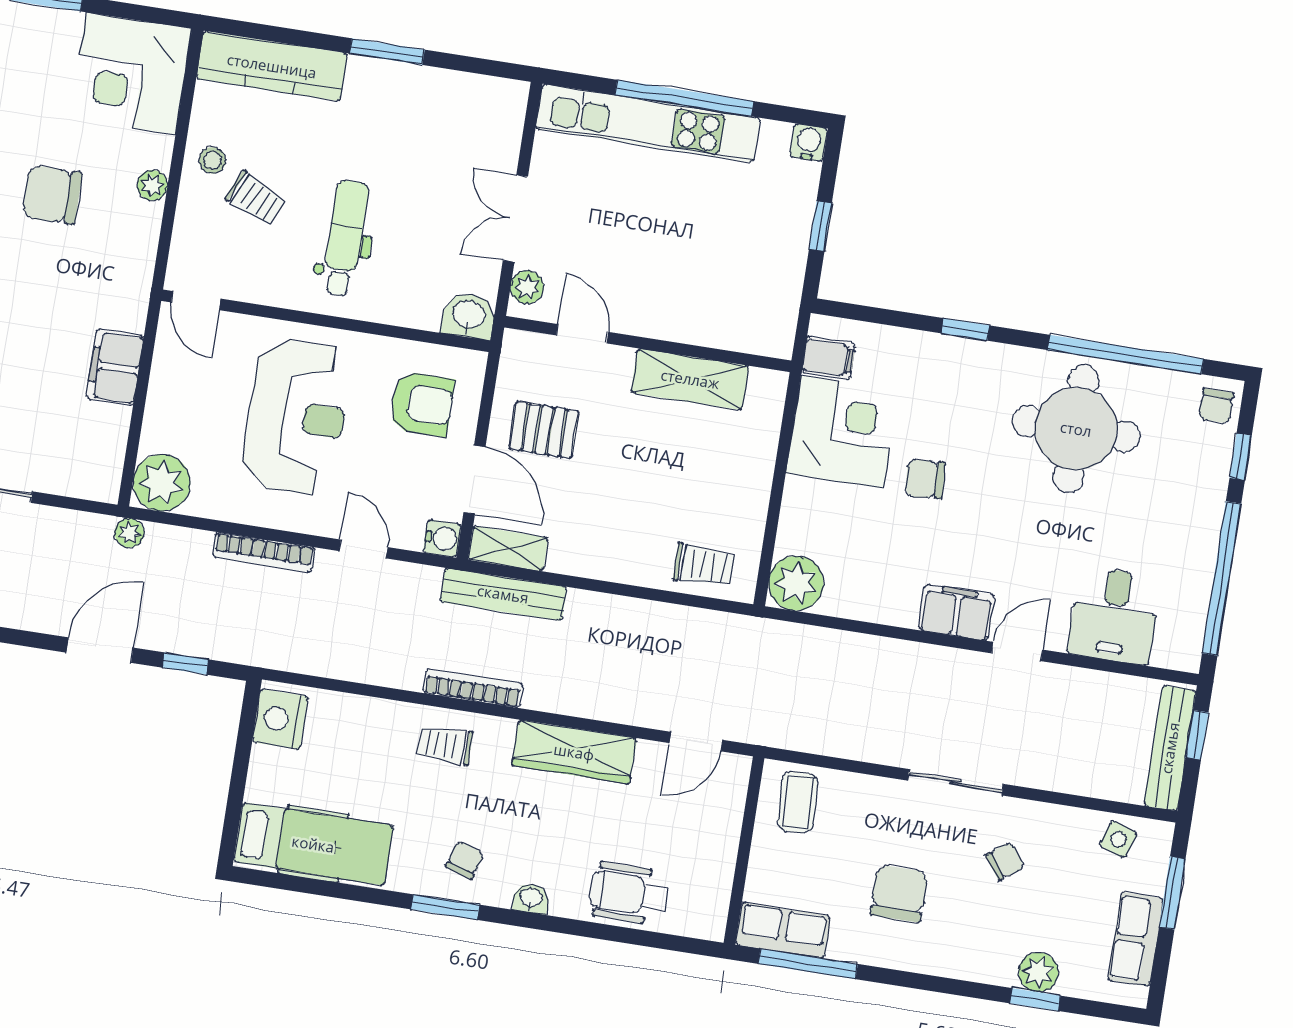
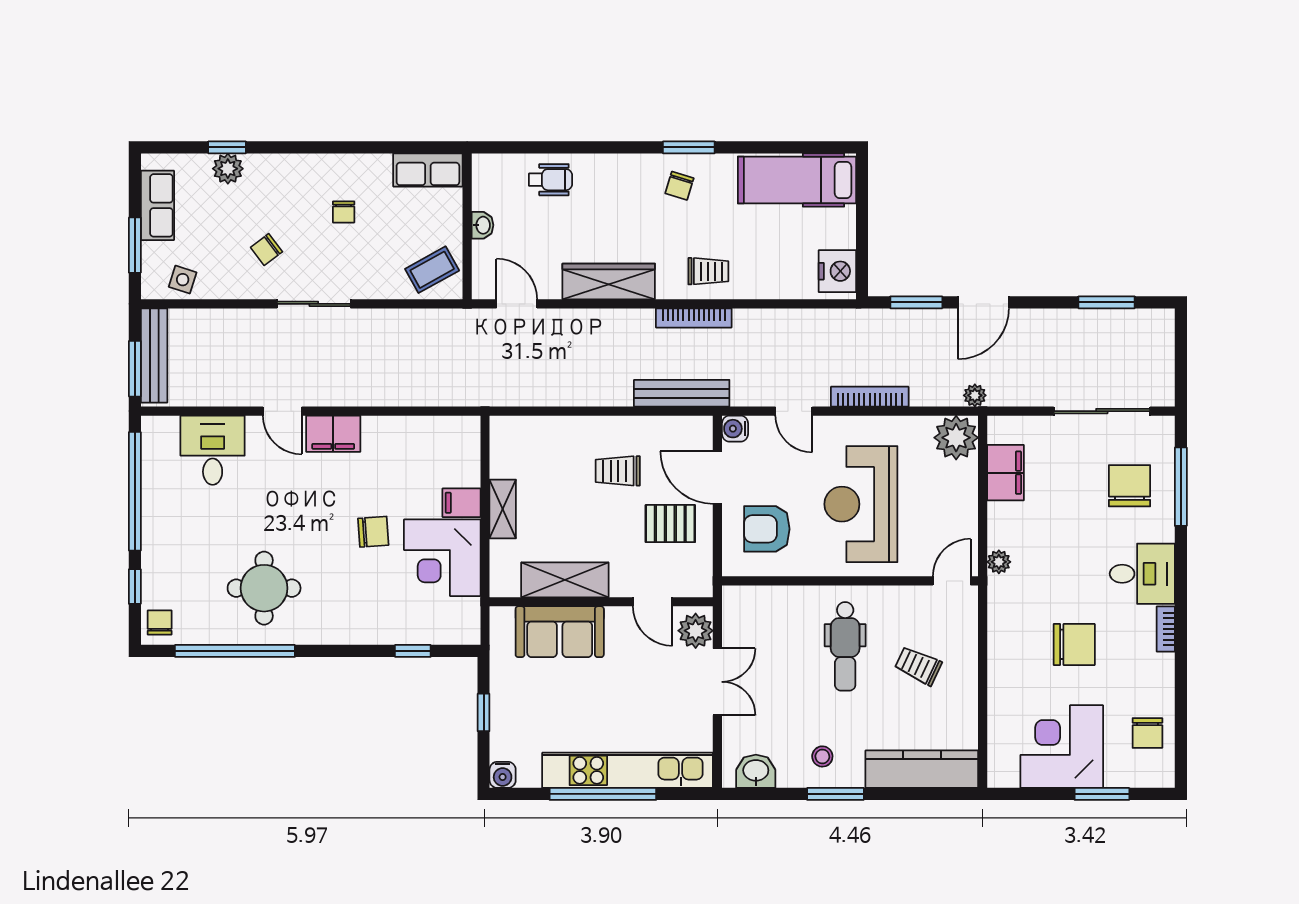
corner desk: (131, 73) -> (1062, 747), moved, turned -90
stool: (212, 160) -> (822, 756), moved
plant: (152, 185) -> (999, 562), moved
plant: (527, 287) -> (696, 631), width x1.38, depth x1.38
door: (196, 301) -> (952, 581), hinge flipped
sofa: (707, 314) -> (560, 632), added
washbasin: (469, 316) -> (756, 771), moved, turned 180
window: (965, 329) -> (413, 651), moved
filing cabinet: (829, 358) -> (462, 503), moved
filing cabinet: (115, 367) -> (1006, 473), moved
round table: (1076, 429) -> (264, 588), width x0.73, depth x0.73
shelving: (508, 549) -> (503, 509), moved, turned 90
trolley: (704, 565) -> (618, 471), moved
plant: (796, 583) -> (459, 437), removed
door: (1017, 651) -> (282, 411), hinge flipped
window: (185, 664) -> (916, 302), width x1.50
window: (1197, 735) -> (135, 369), width x1.50
door: (696, 742) -> (517, 304), hinge flipped
coffee table: (798, 802) -> (432, 270), turned 64
wheelchair: (628, 893) -> (550, 180), width x0.73, depth x0.73
chair: (899, 894) -> (344, 212), width x0.54, depth x0.54
washbasin: (531, 898) -> (482, 225), moved, turned -90
window: (808, 964) -> (405, 147), removed

